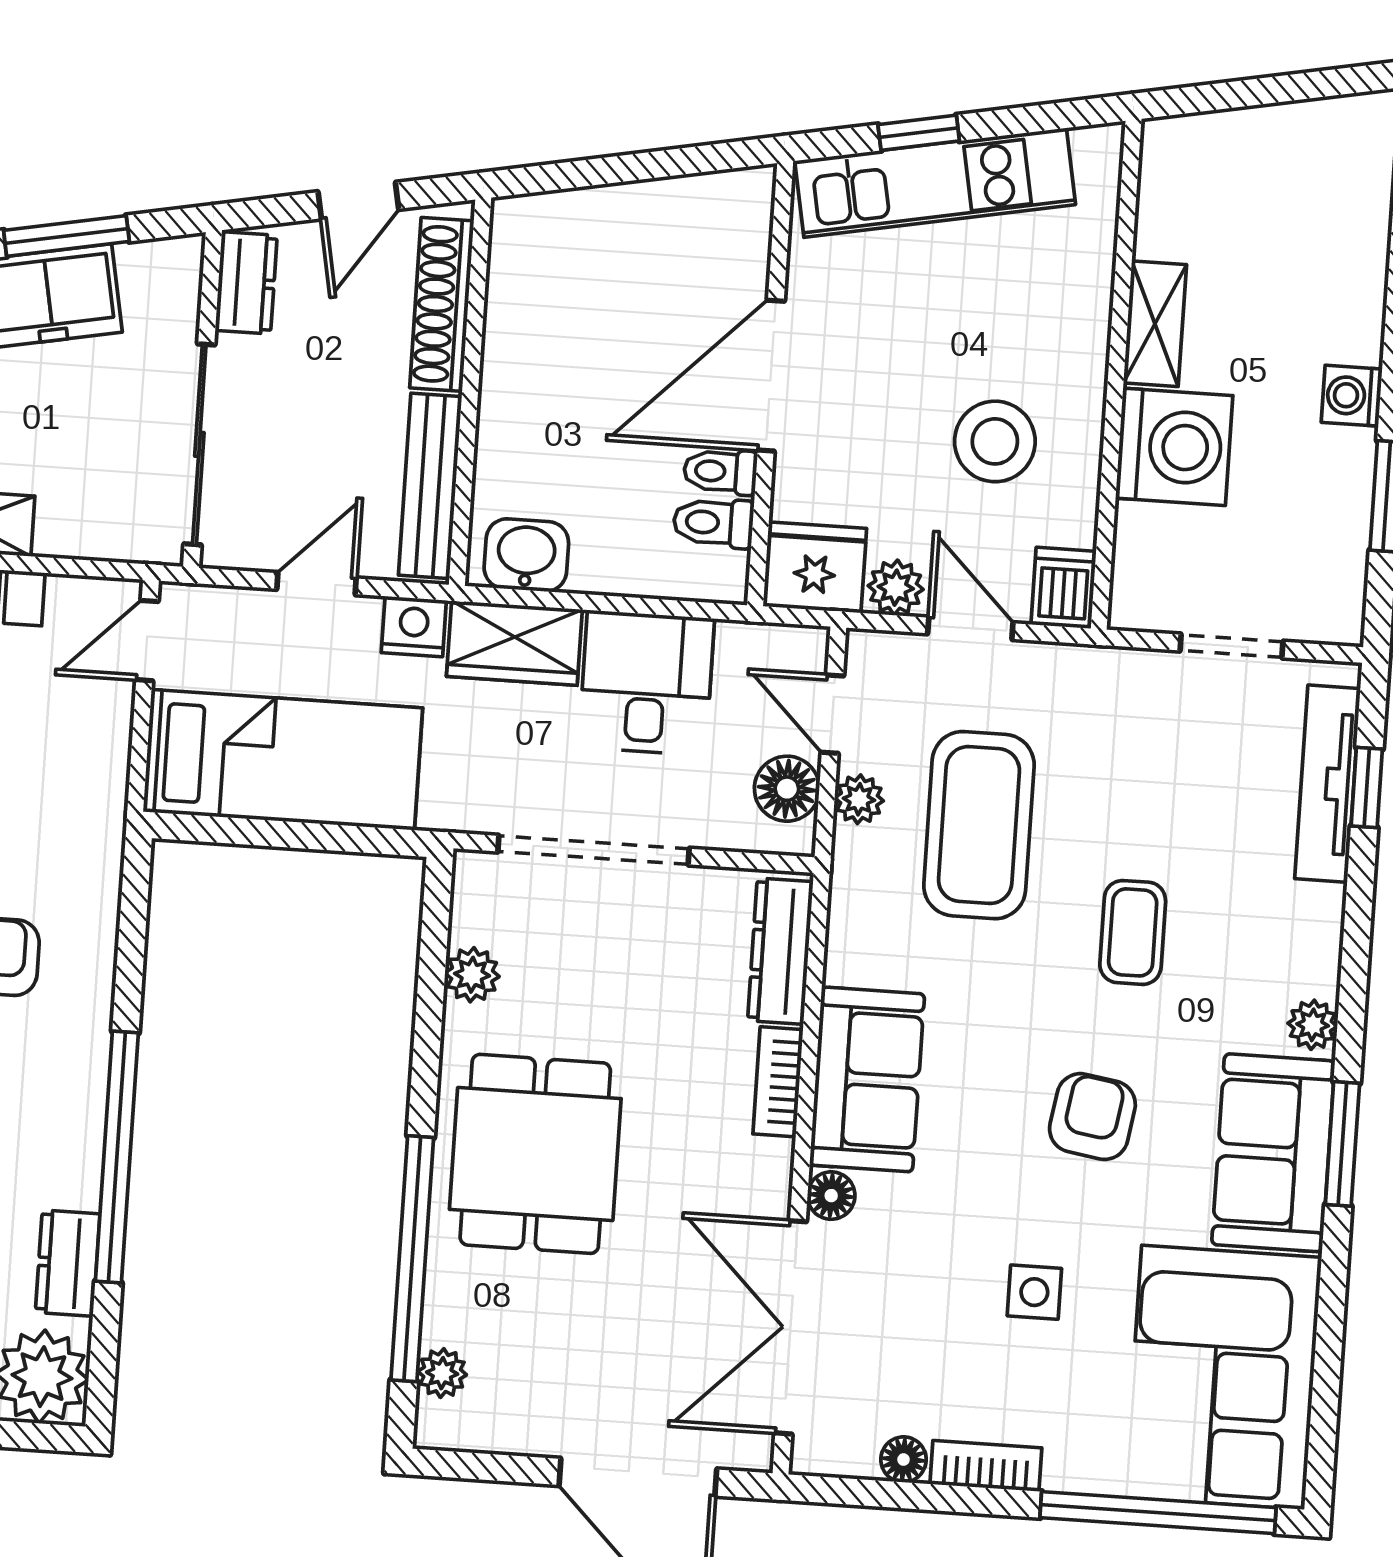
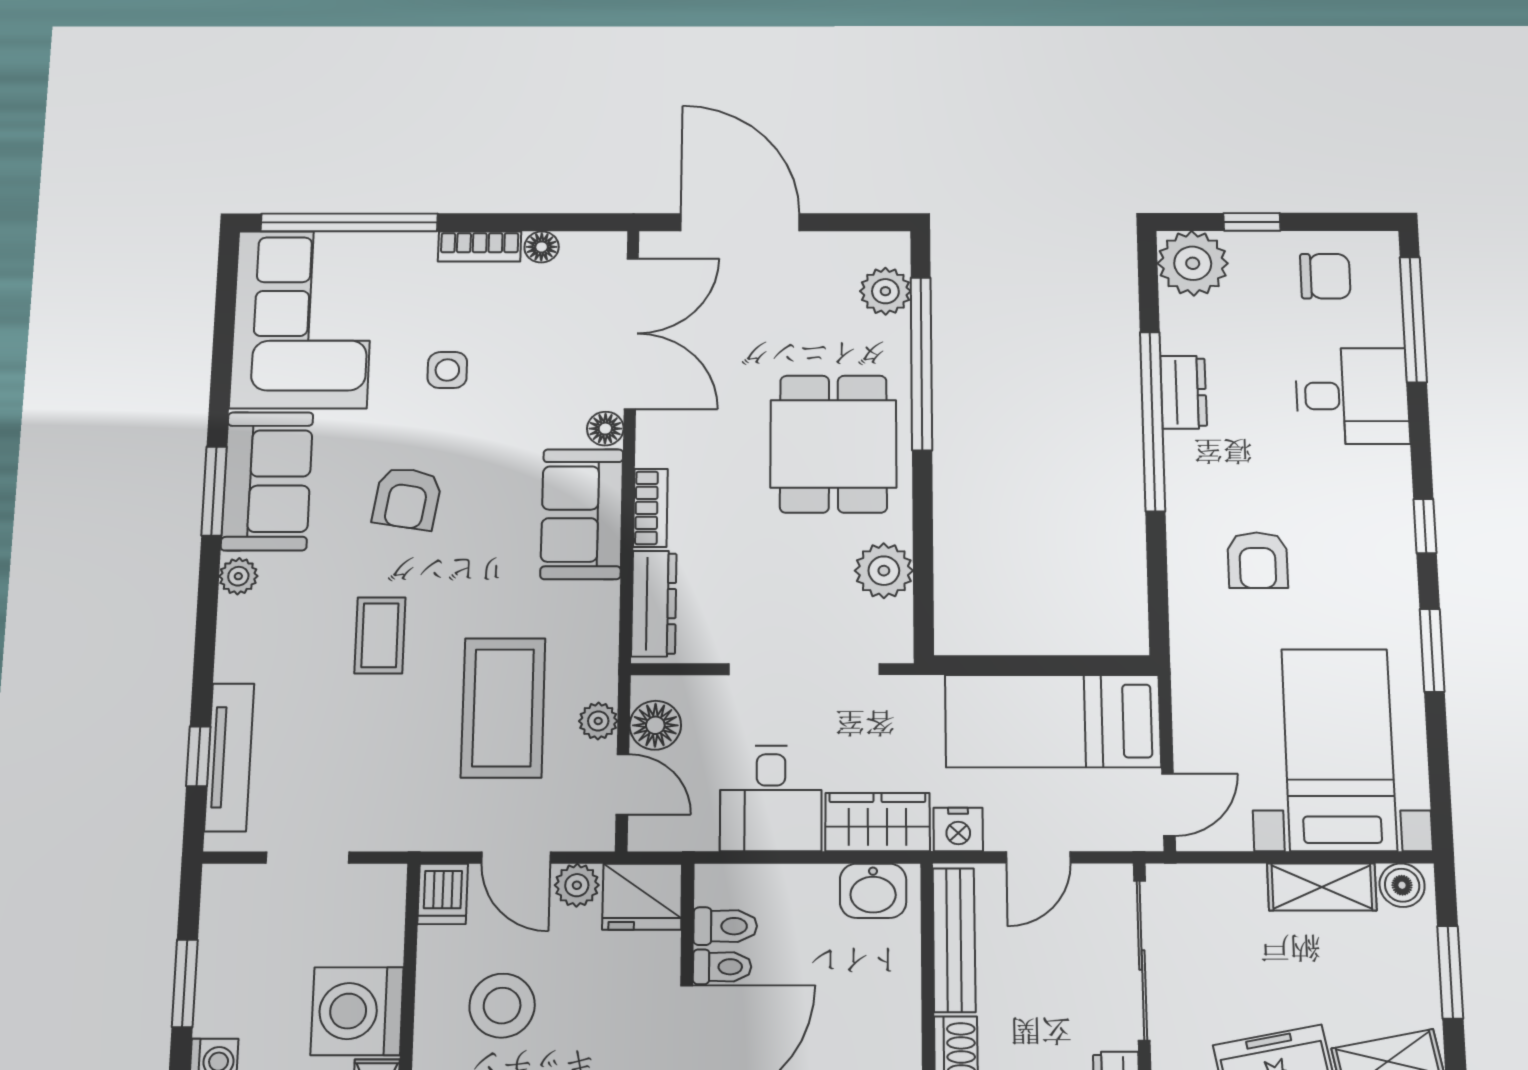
plant: (472, 975) -> (884, 571), width x1.38, depth x1.38
dresser: (68, 1263) -> (1184, 392), moved
plant: (442, 1373) -> (885, 291), width x1.38, depth x1.38

